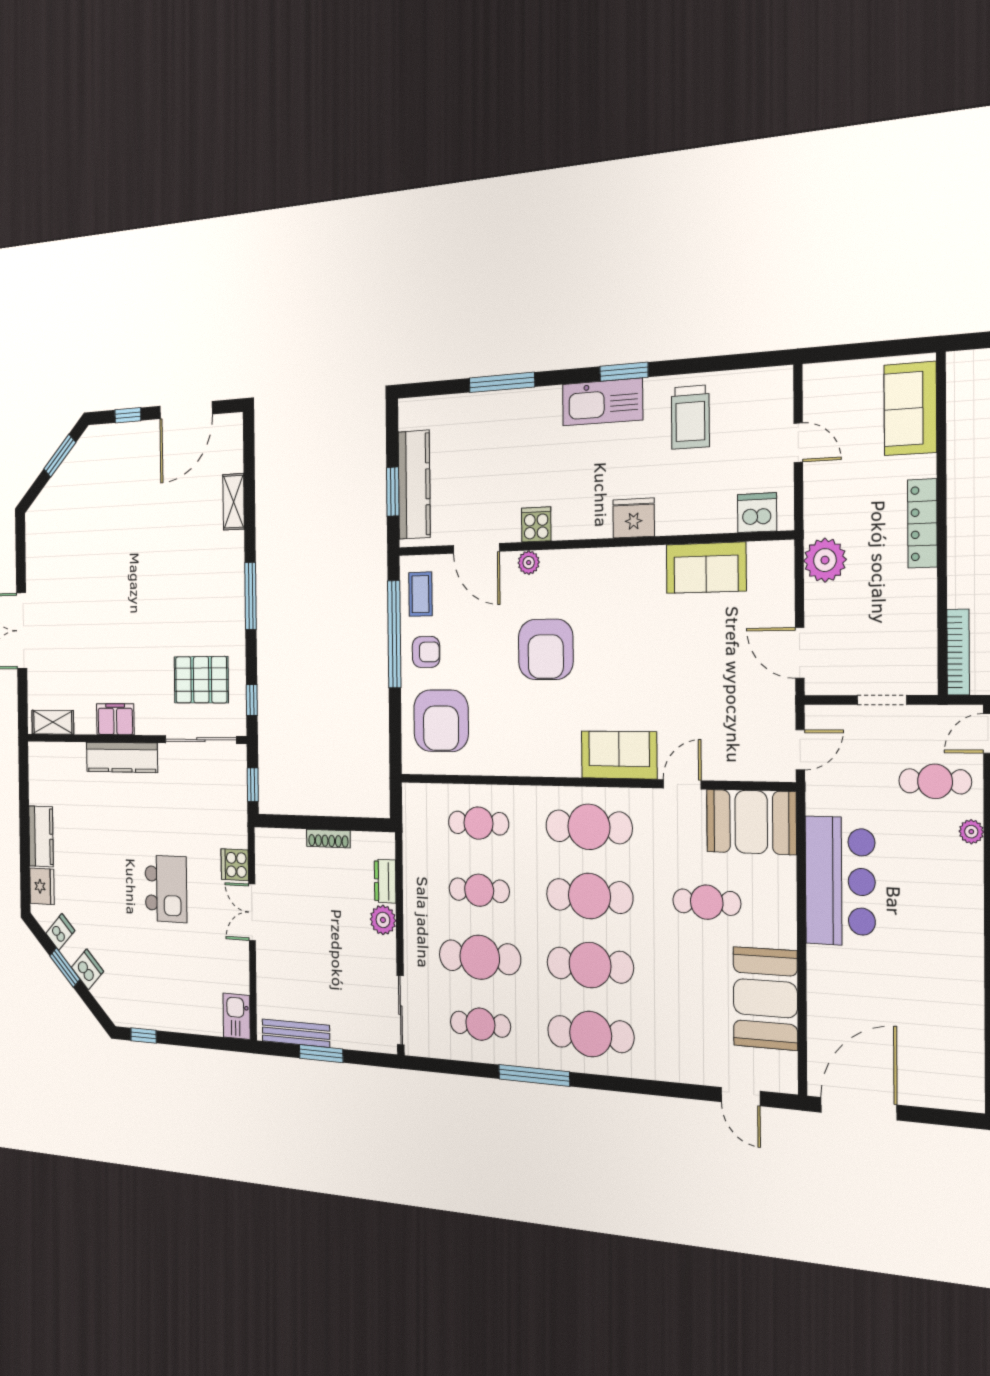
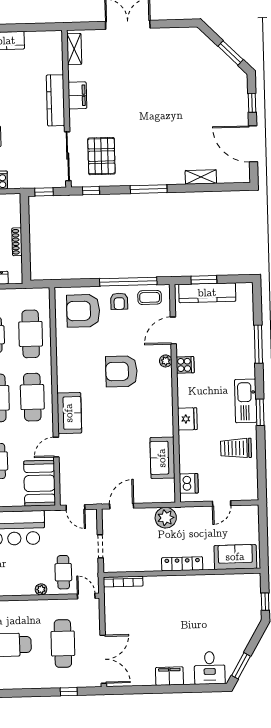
door: (682, 784) -> (56, 447), swing flipped
cafe table: (478, 823) -> (31, 334), width x1.37, depth x1.35

